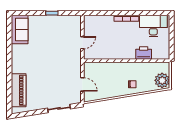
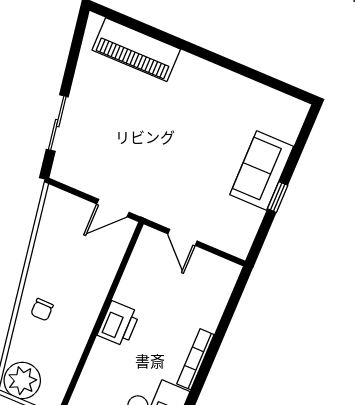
sofa: (20, 30) -> (262, 170), moved, turned 90
printer: (144, 53) -> (119, 324), moved
door: (82, 84) -> (113, 208), moved

